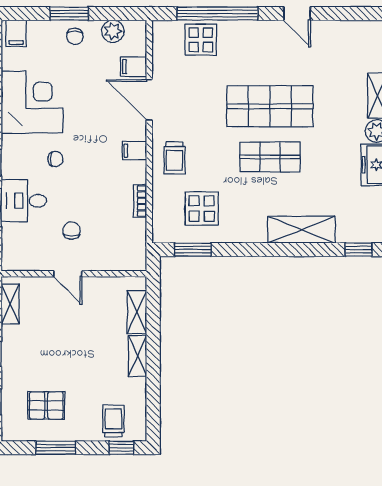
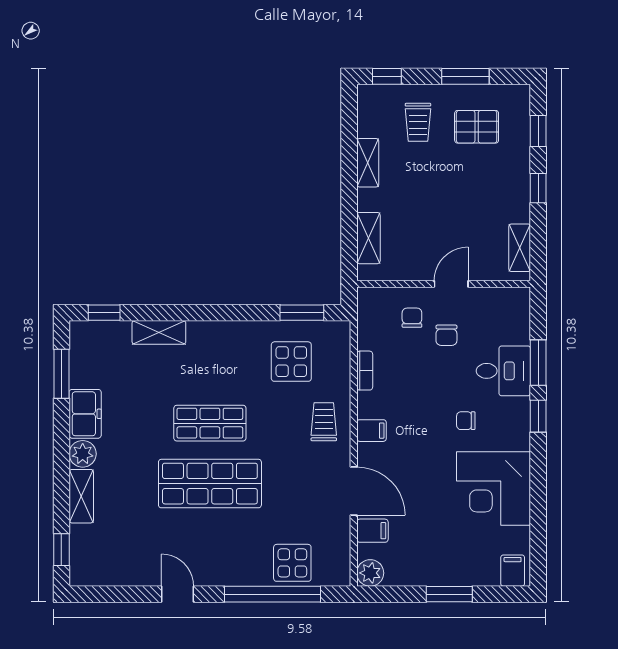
plant: (113, 31) -> (370, 573), moved
chair: (75, 36) -> (412, 318), moved
shelving: (301, 230) -> (159, 332), width x0.67, depth x0.75
door: (68, 274) -> (451, 284), hinge flipped
shelving: (138, 356) -> (368, 163), moved
trolley: (113, 421) -> (418, 122), moved

